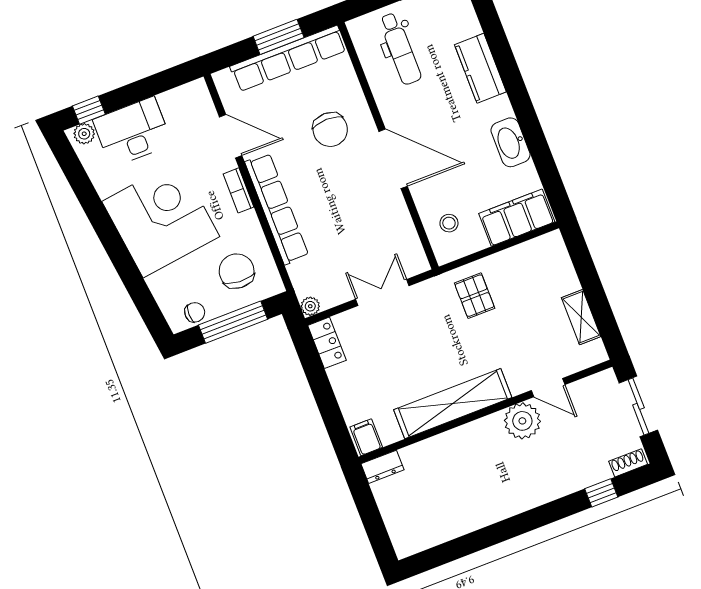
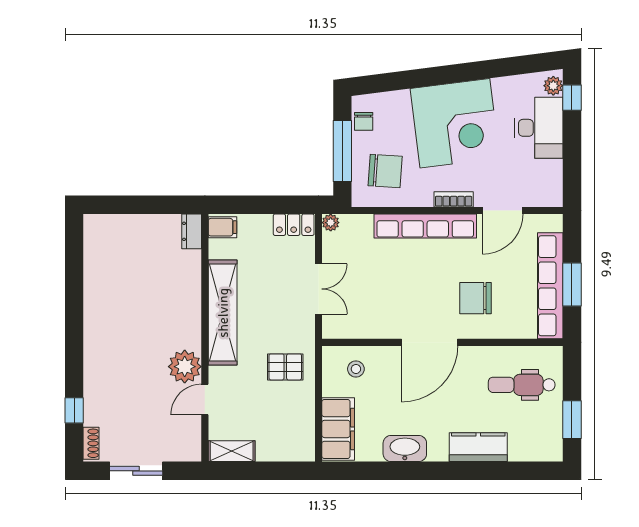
door: (548, 388) -> (205, 400), moved
shelving: (453, 404) -> (223, 313), moved
wall: (485, 412) -> (205, 338), moved
plant: (522, 421) -> (185, 367), moved
filing cabinet: (366, 437) -> (222, 227), moved
dresser: (382, 467) -> (192, 231), moved

